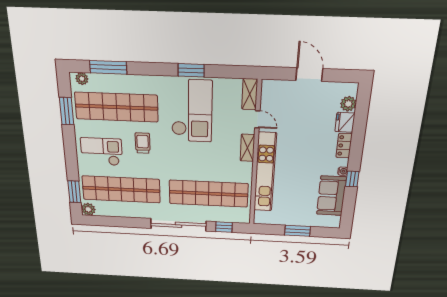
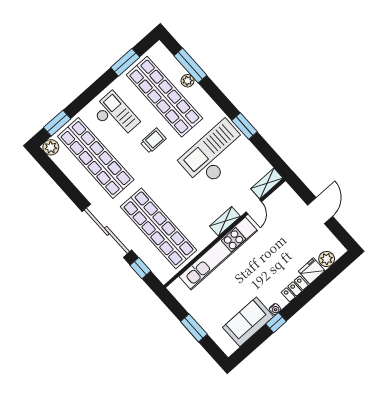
plant: (82, 79) -> (188, 81), moved
checkout: (192, 111) -> (214, 154), turned 180

